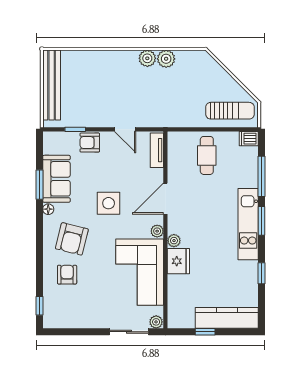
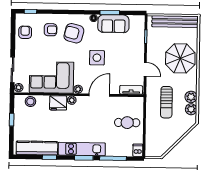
plant: (147, 58) -> (191, 109), moved
parasol: (108, 76) -> (180, 58), added
sun lounger: (230, 111) -> (166, 102), moved
door: (125, 129) -> (145, 69), swing flipped
armchair: (90, 143) -> (25, 32), moved
door: (165, 199) -> (99, 95), hinge flipped
stool: (177, 304) -> (30, 102), added
kitchen counter: (227, 318) -> (37, 148), moved, turned -90

